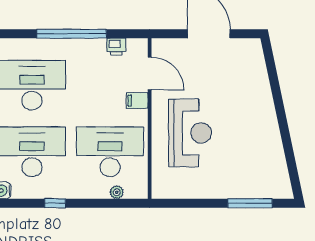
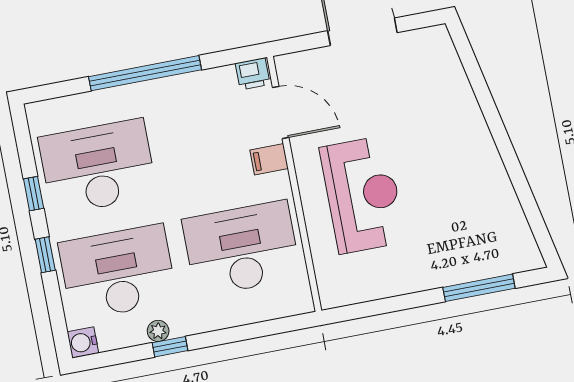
printer: (116, 47) -> (253, 74), moved
plant: (117, 192) -> (158, 331), moved

